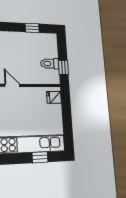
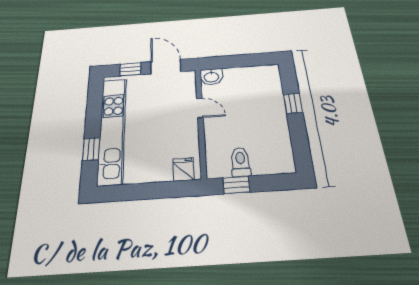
window: (32, 28) -> (293, 103), moved
door: (12, 85) -> (200, 108), hinge flipped

